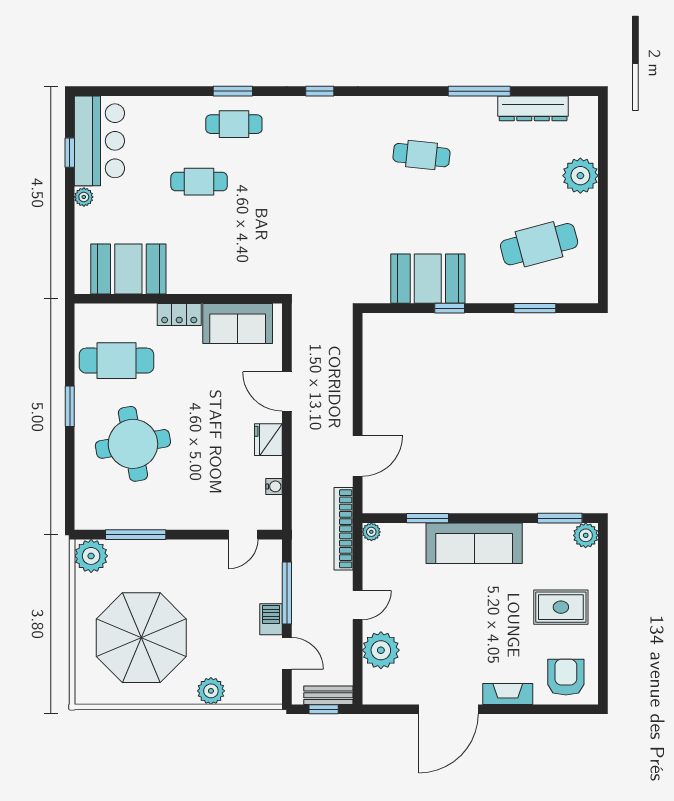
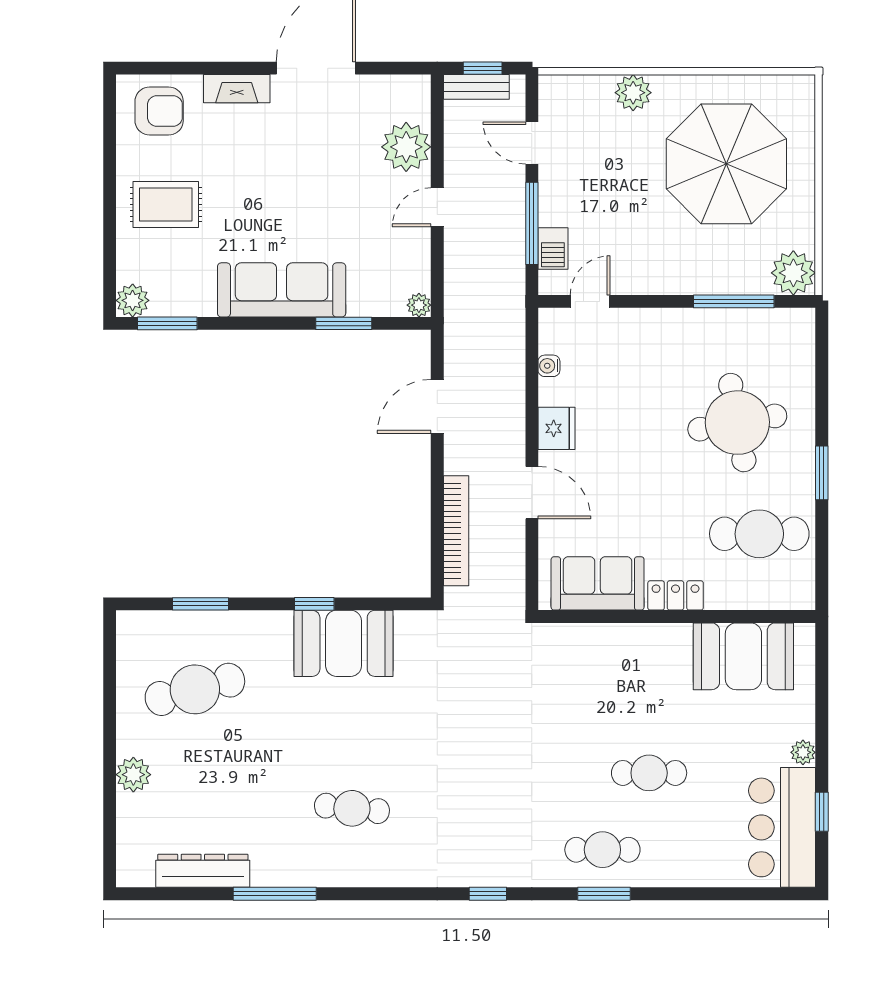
plant: (580, 176) -> (133, 775), width x0.73, depth x0.73
bookcase: (343, 529) -> (456, 531), moved
barbecue: (271, 619) -> (553, 249), moved
armchair: (566, 677) -> (159, 111), turned -90

